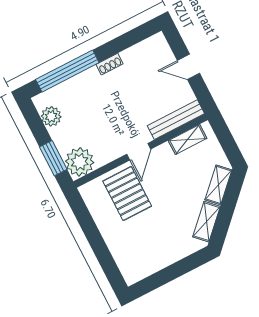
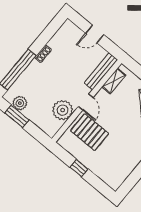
window: (53, 158) -> (17, 116), moved
plant: (80, 162) -> (63, 110), moved
window: (93, 235) -> (79, 168), added

